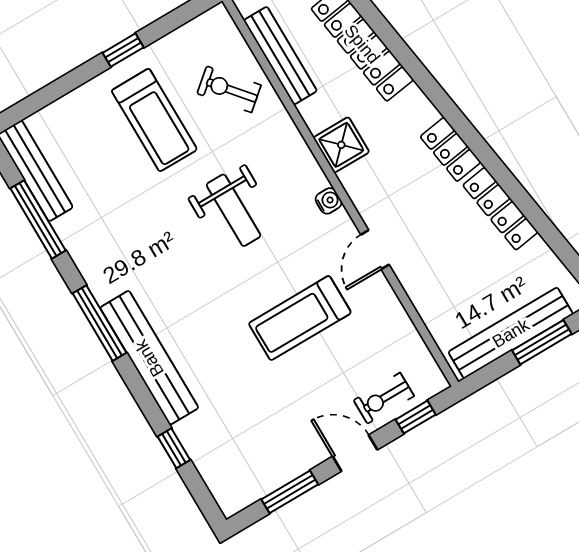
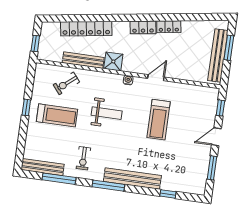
bench: (280, 56) -> (83, 60), moved
locker: (500, 209) -> (169, 27), width x0.66
door: (375, 250) -> (156, 78), swing flipped
exercise bike: (384, 398) -> (83, 158), moved

